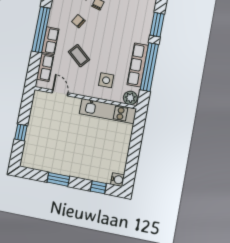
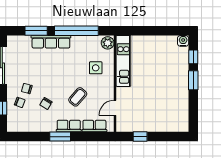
window: (41, 30) -> (60, 137), width x0.47
row of seats: (138, 65) -> (51, 42), moved
window: (21, 132) -> (140, 137), moved
window: (58, 179) -> (193, 80), moved

